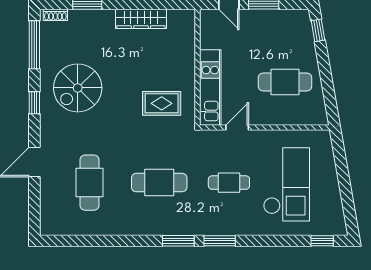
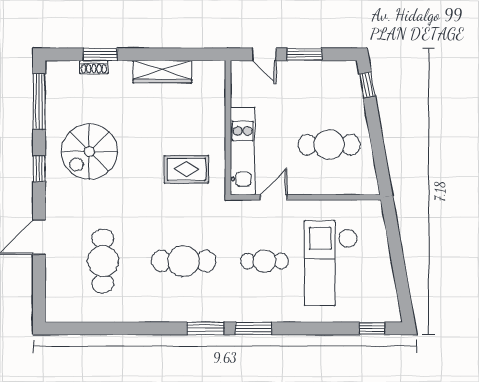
shoe rack: (55, 15) -> (94, 67), moved
checkout: (286, 184) -> (331, 263), turned 180

